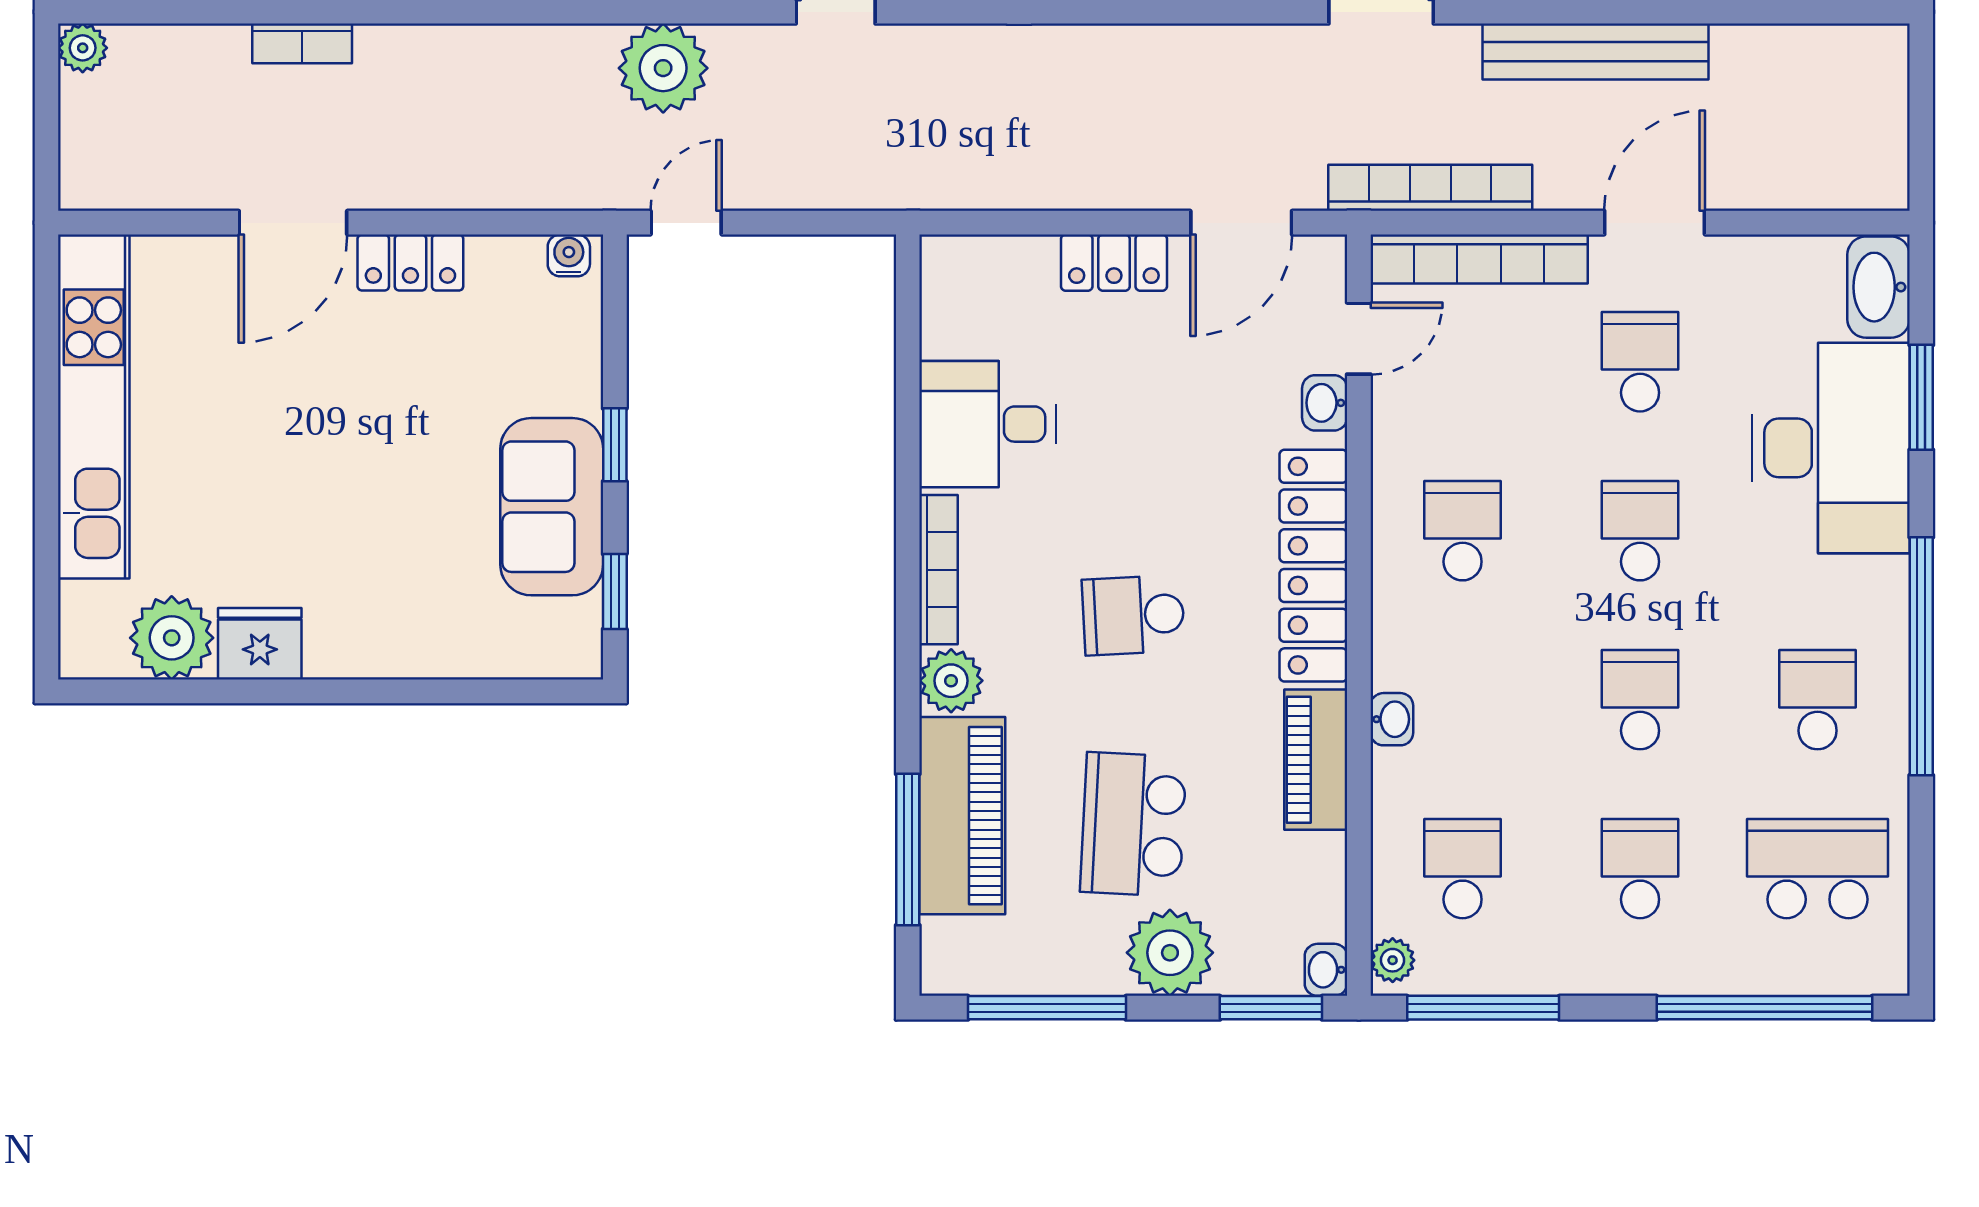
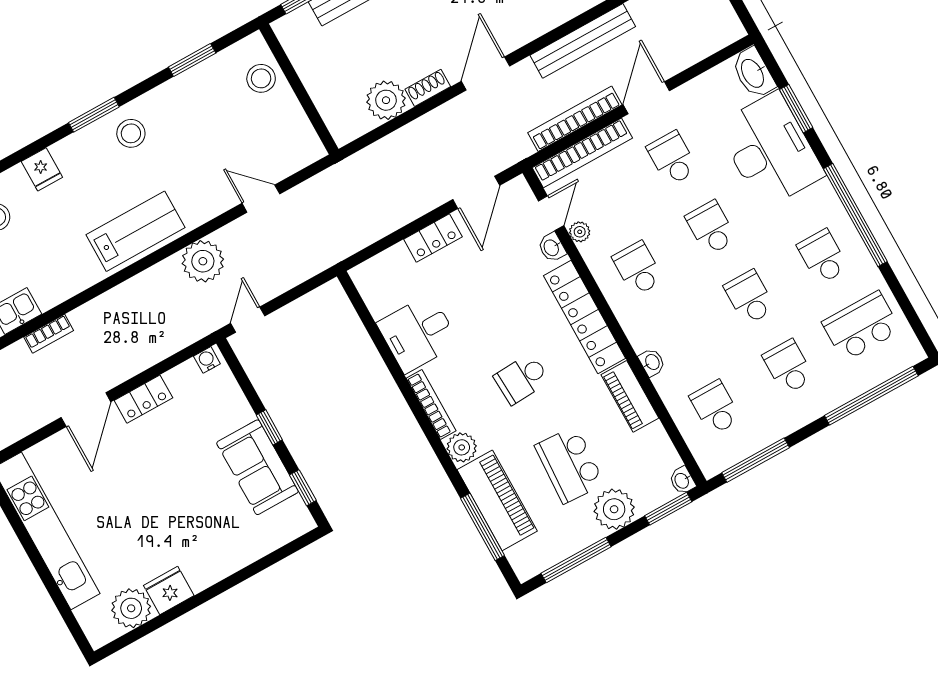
bookcase: (1430, 188) -> (575, 119), moved
plant: (1393, 960) -> (580, 232), moved

